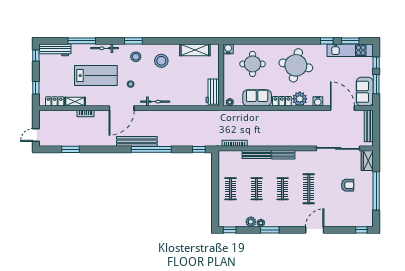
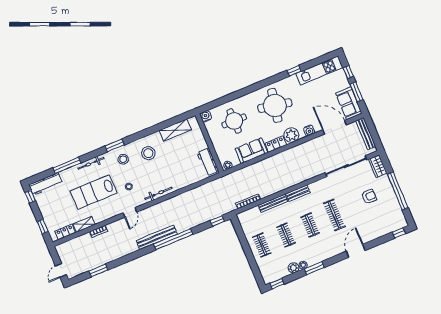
window: (350, 41) -> (316, 62), removed
lab bench: (96, 76) -> (93, 192), turned 180
door: (122, 108) -> (130, 212), width x0.53

